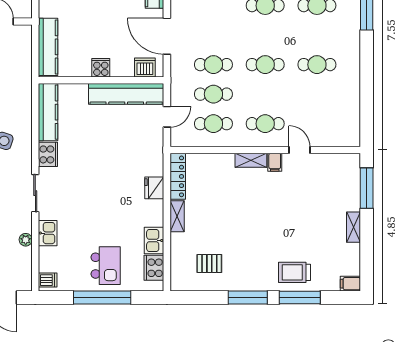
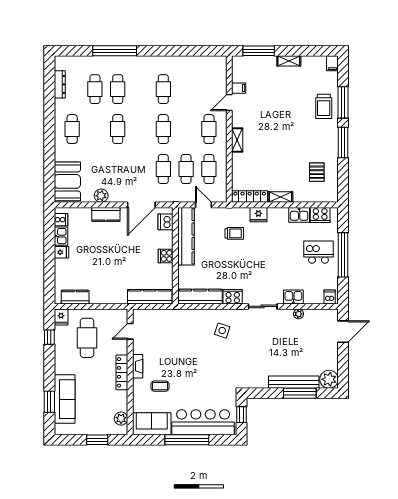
trolley: (130, 156) -> (234, 233), added
filing cabinet: (275, 162) -> (239, 88), moved

